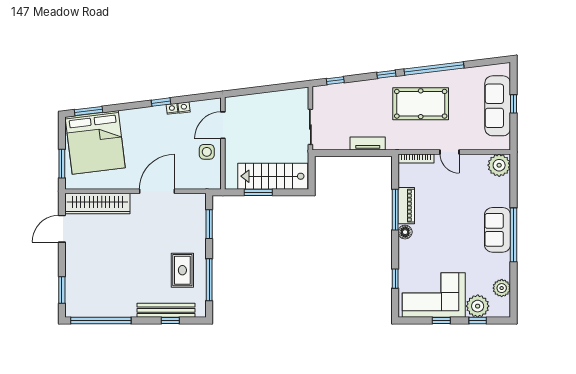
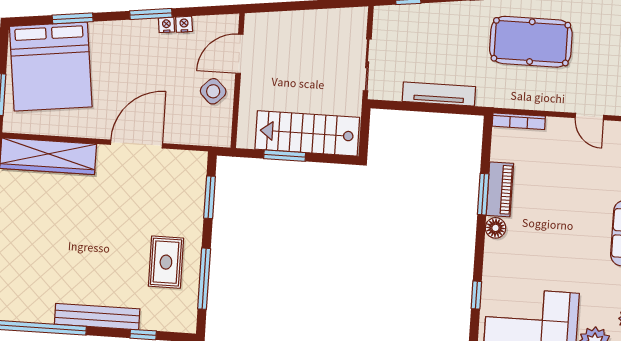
window: (161, 102) -> (151, 14), width x1.50
window: (89, 111) -> (73, 18), moved
tv unit: (368, 144) -> (439, 94), width x1.41
side table: (207, 152) -> (213, 91), turned 45
door: (450, 152) -> (589, 117), moved
window: (395, 210) -> (483, 194), width x0.69
bench: (166, 310) -> (97, 317), moved

